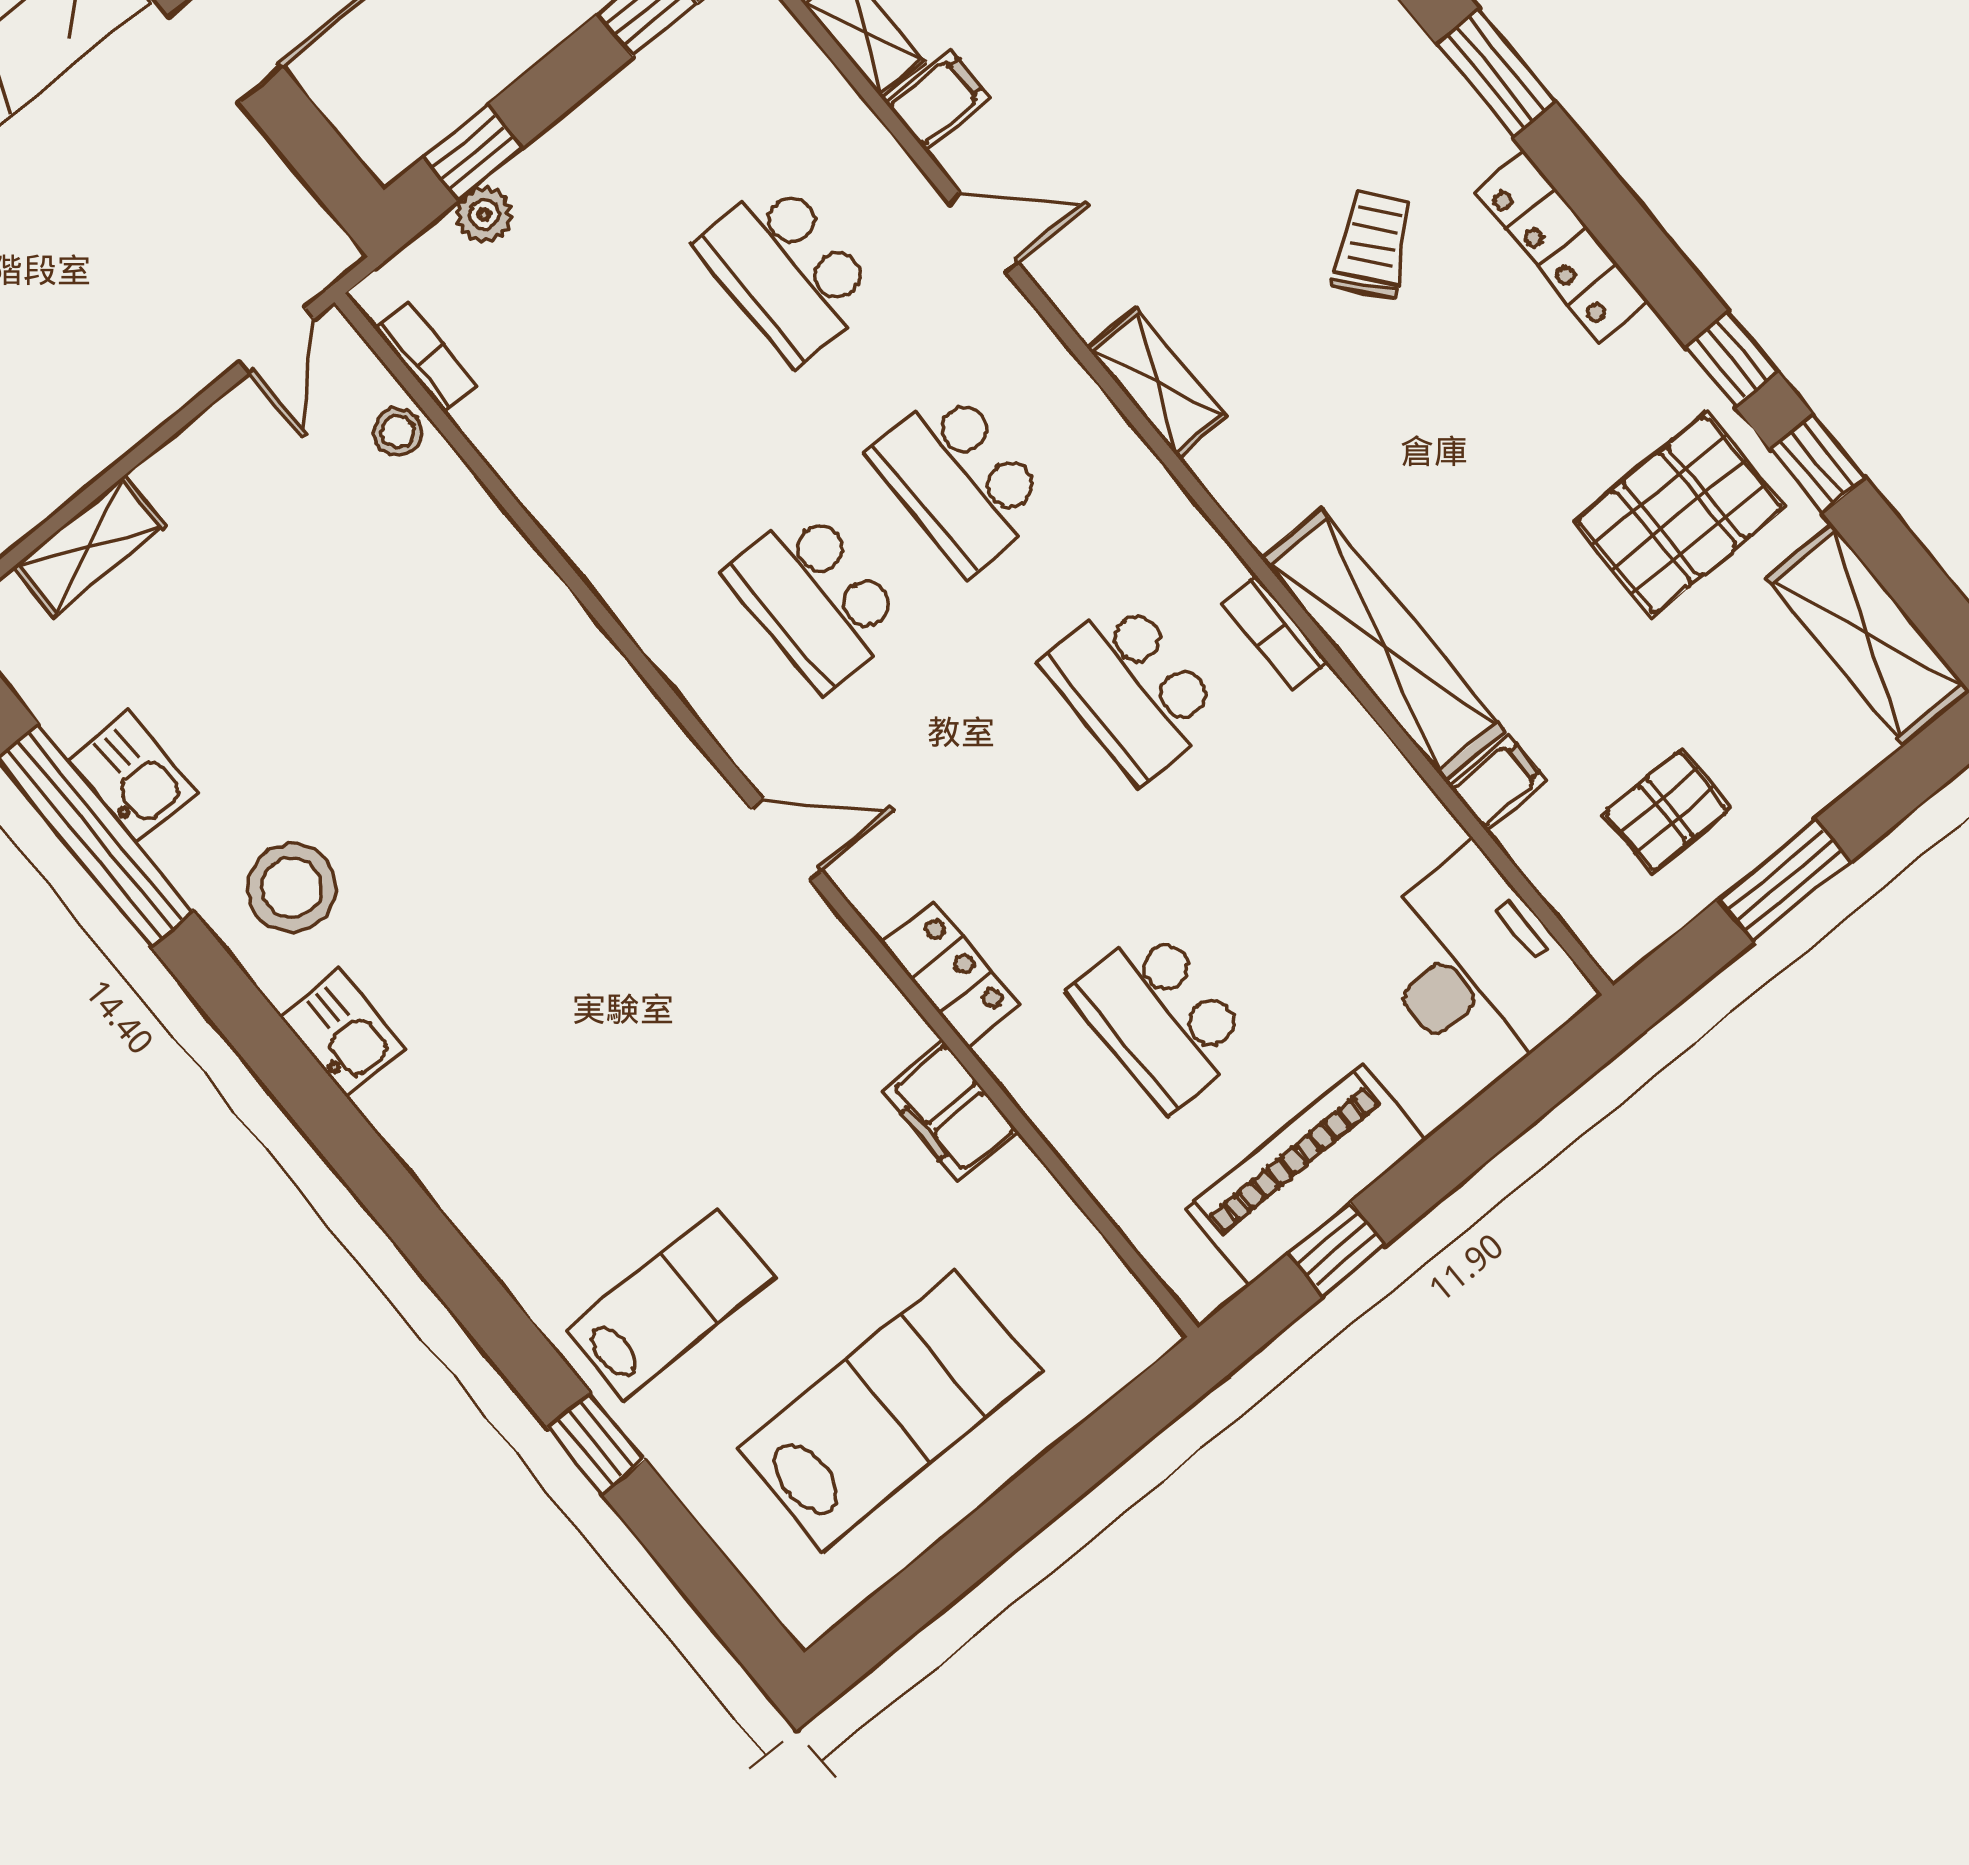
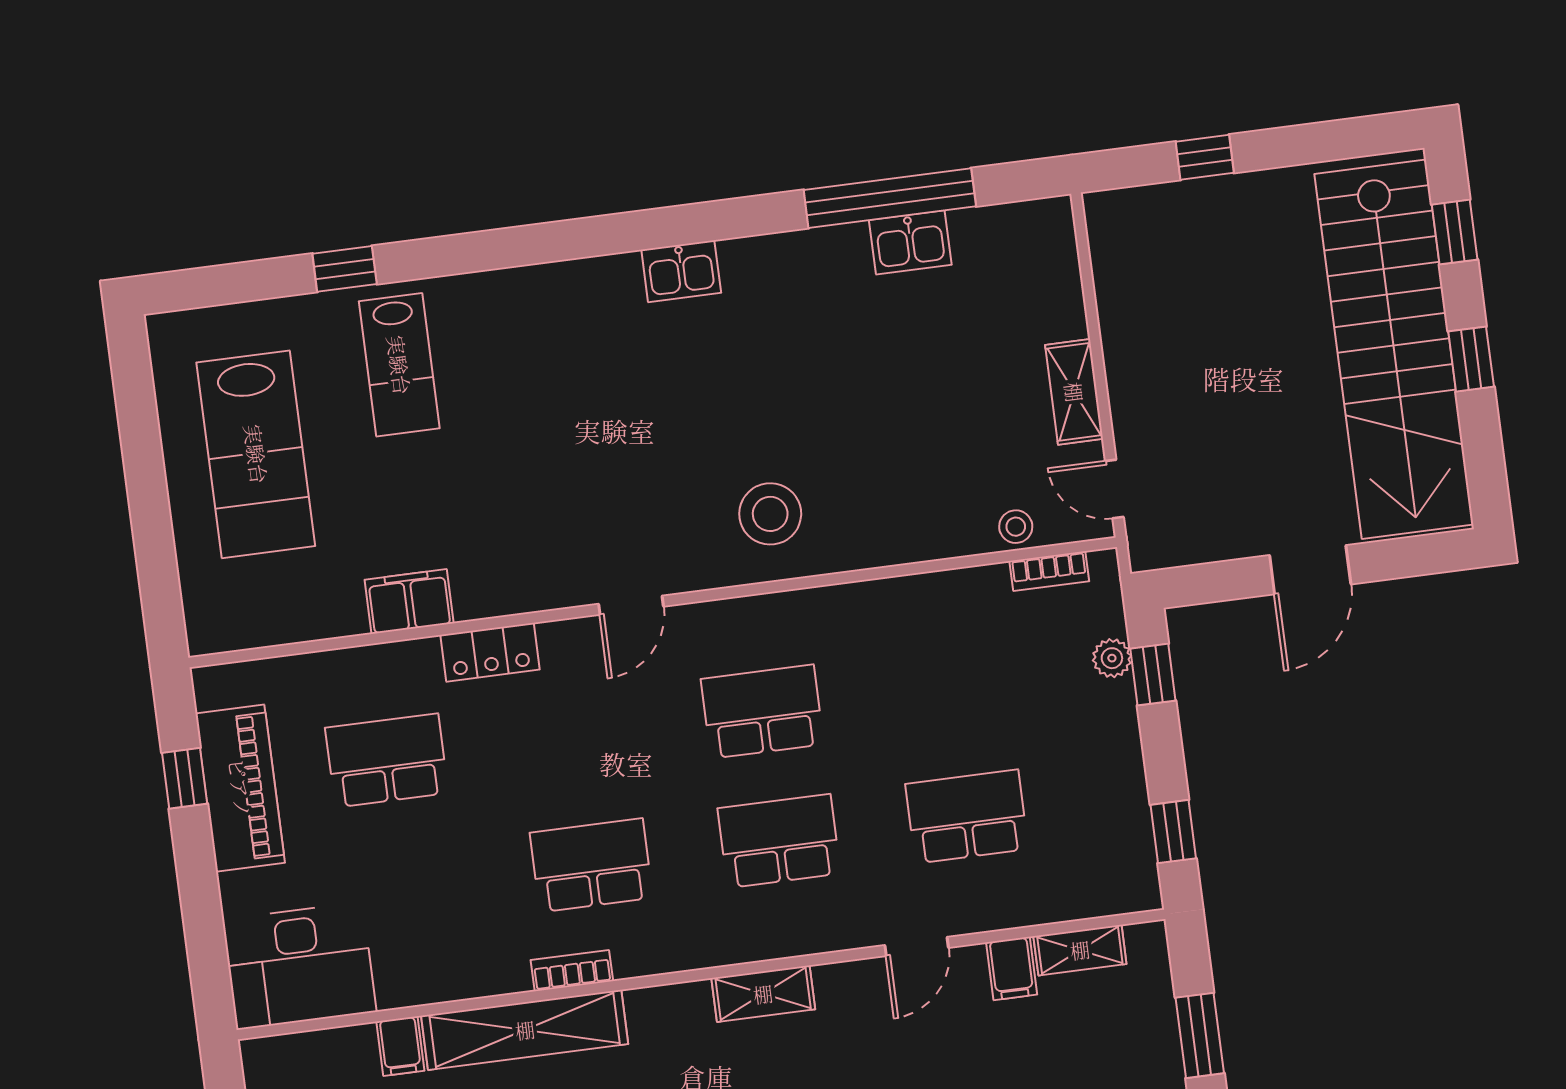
shelving: (89, 546) -> (1074, 392), moved
stool: (292, 888) -> (770, 514), moved

